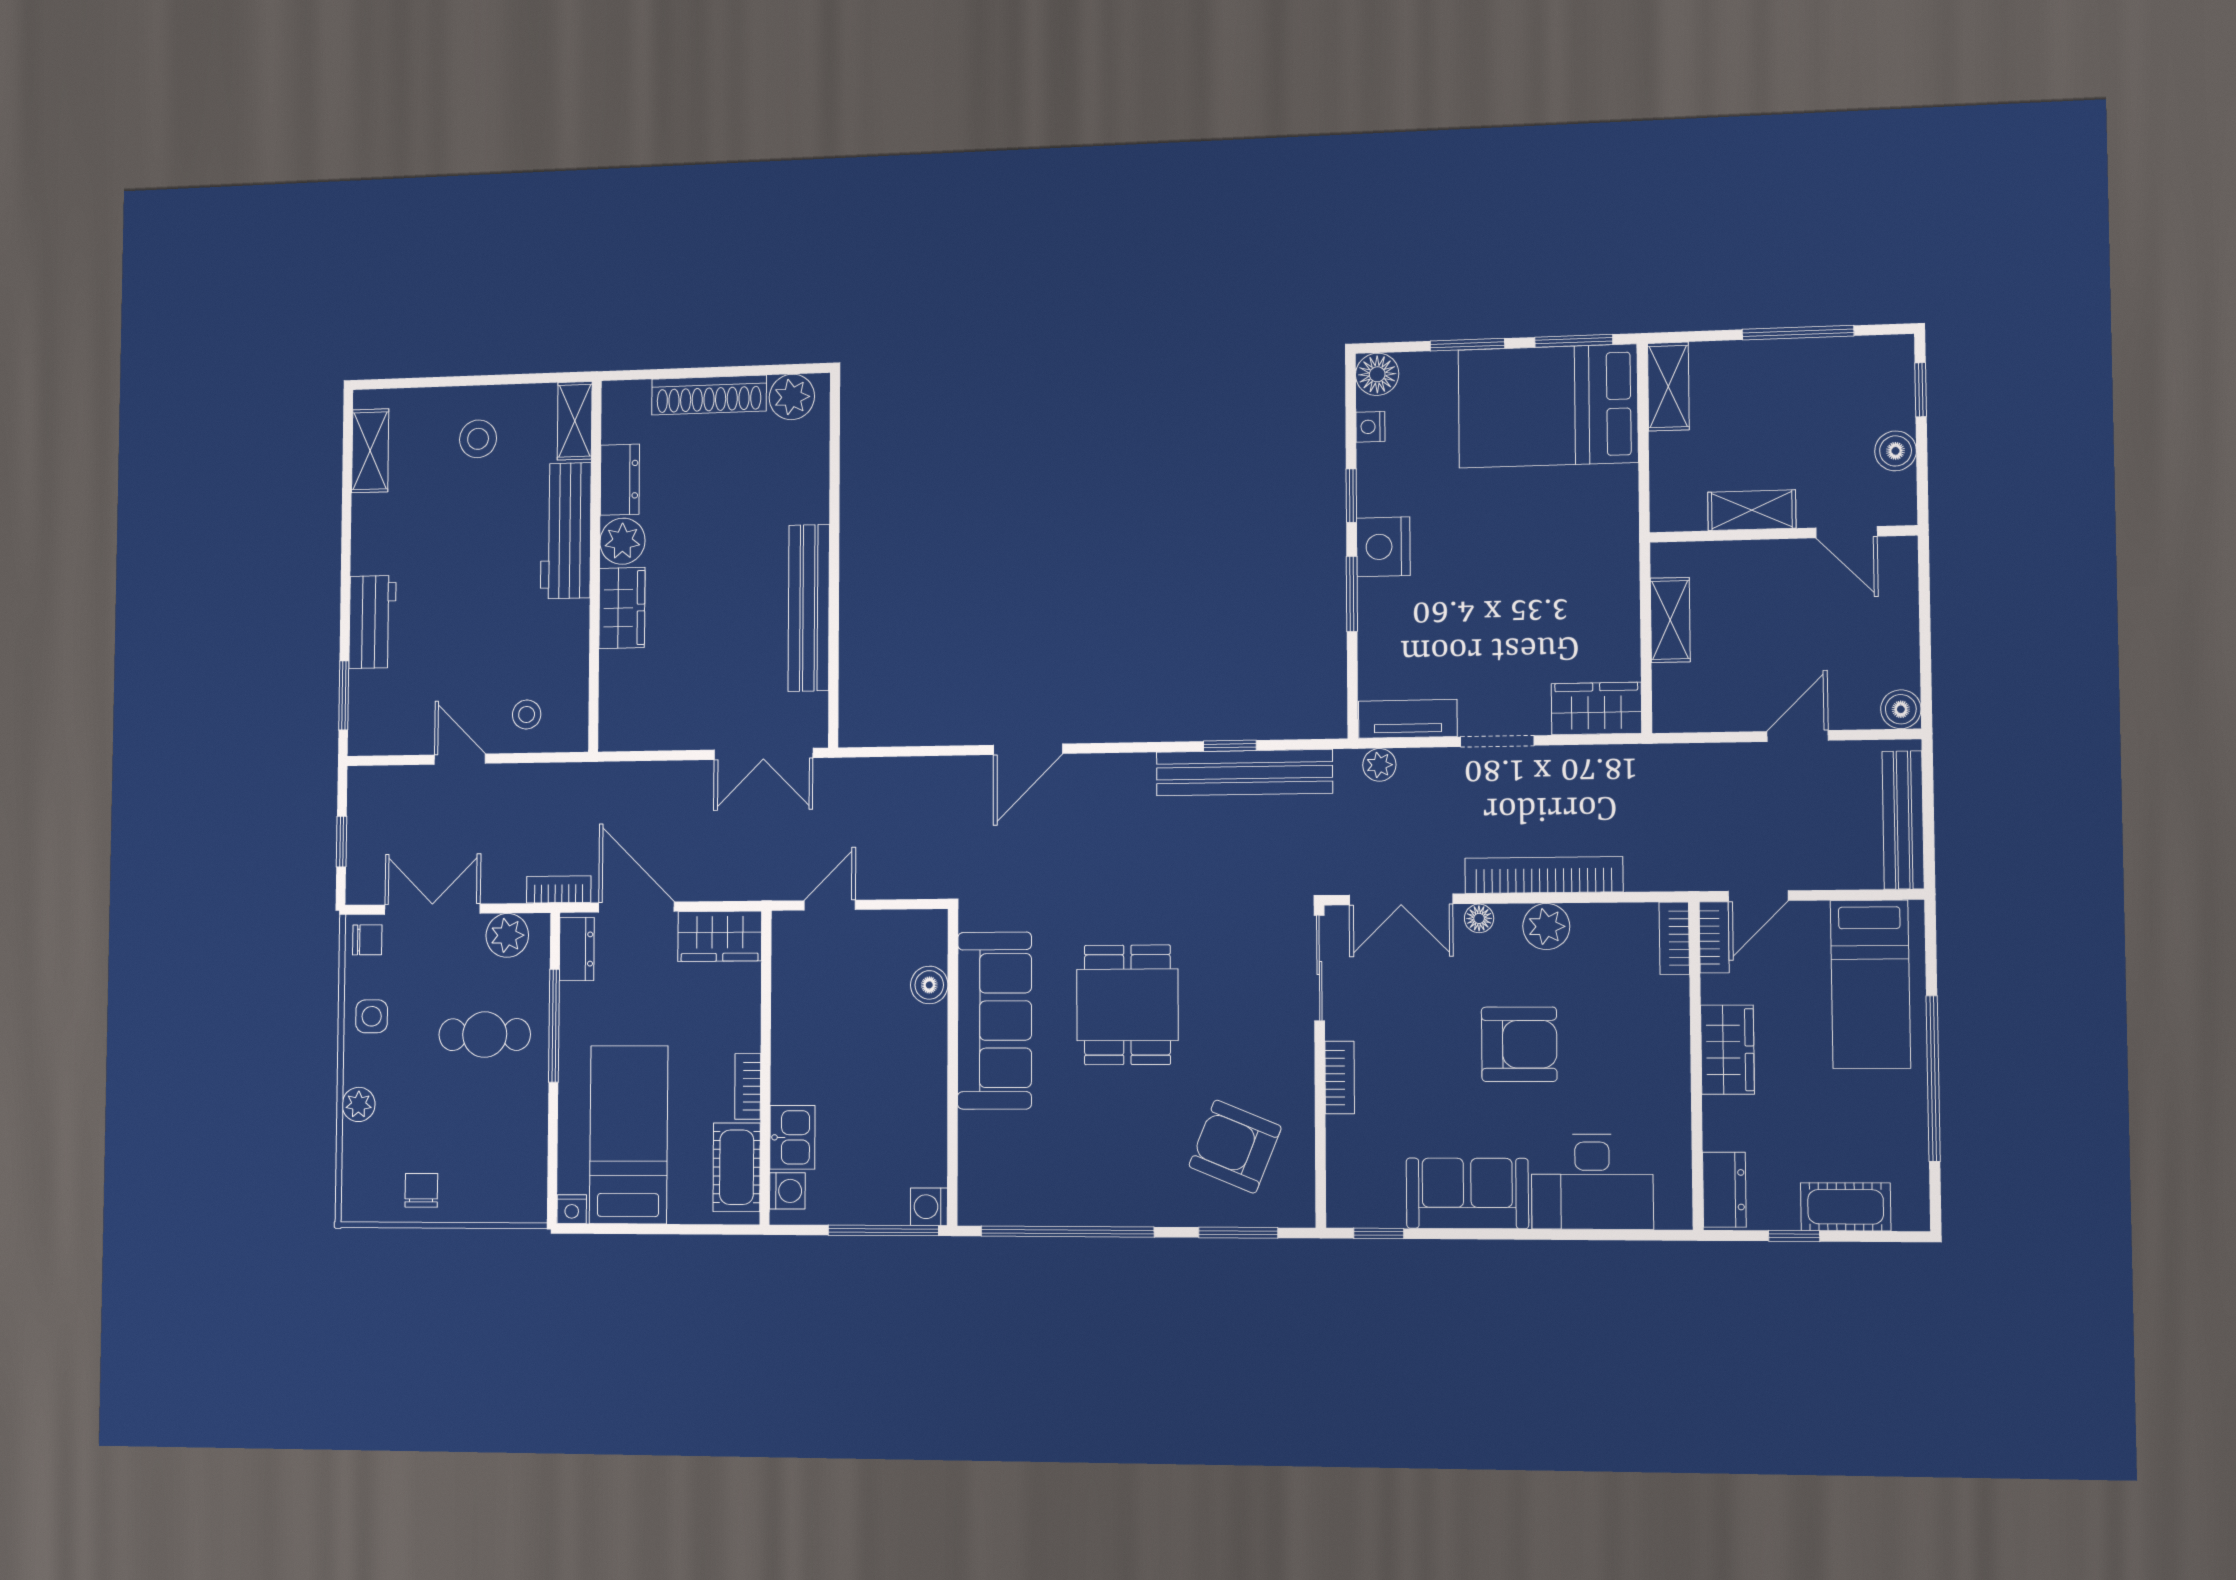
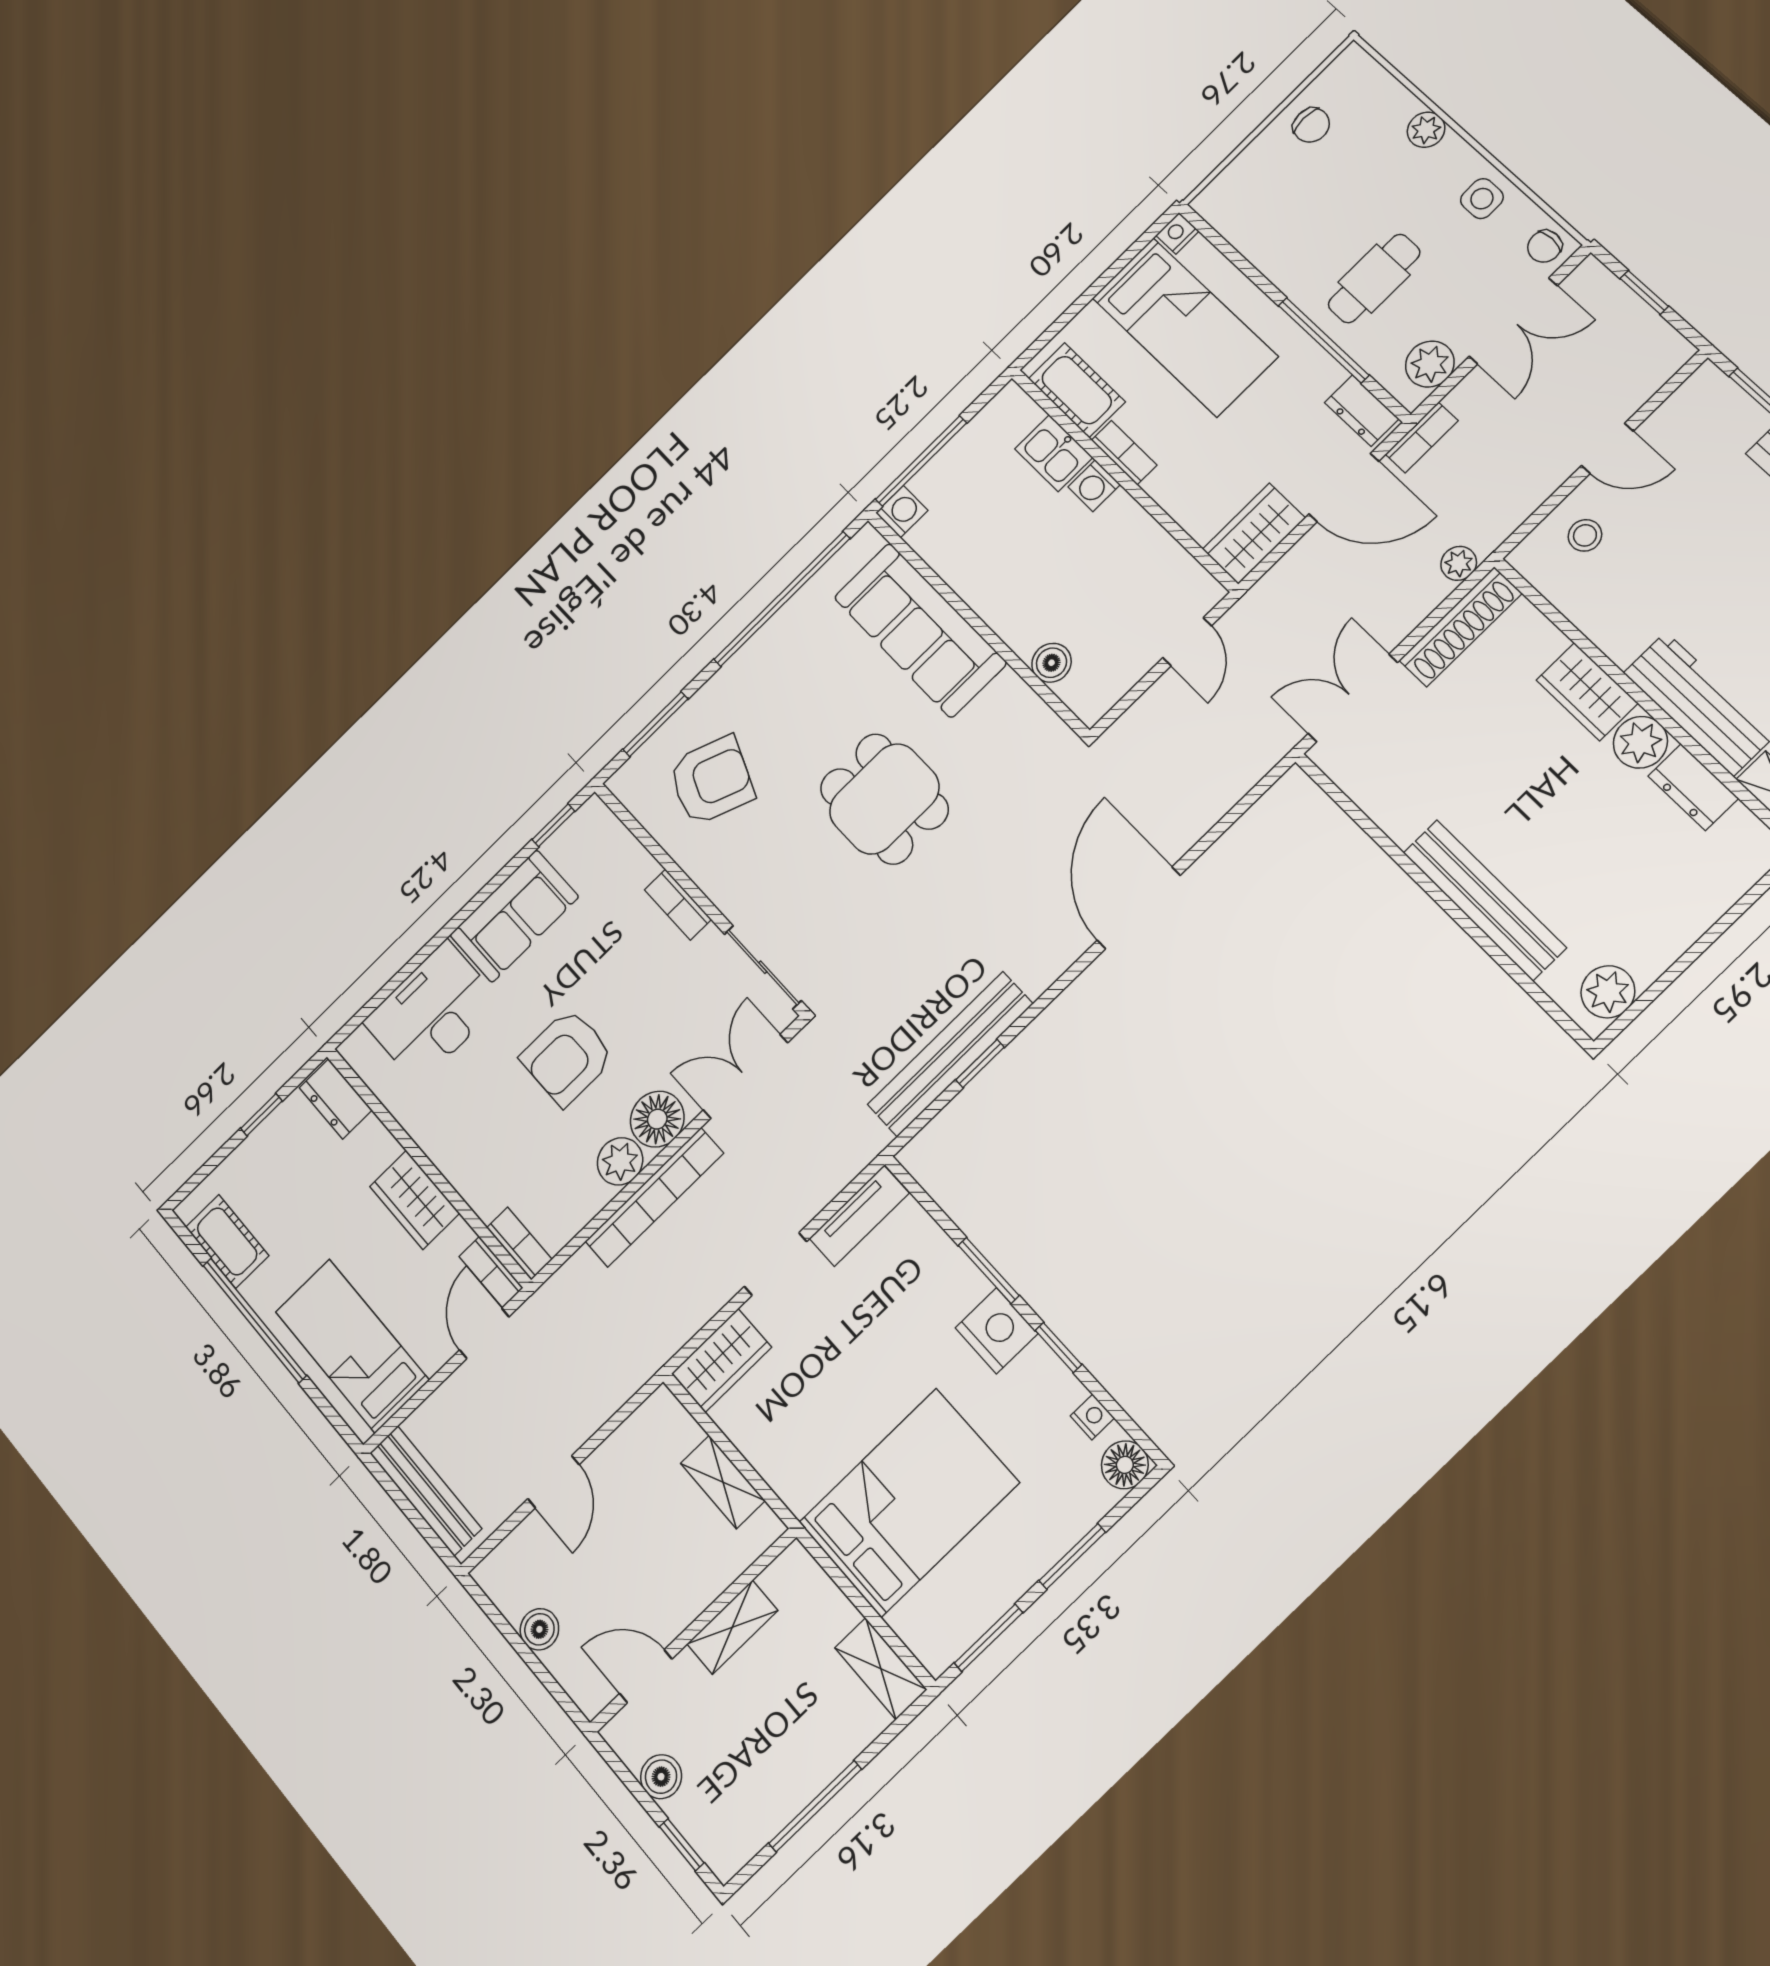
shoe rack: (709, 395) -> (1460, 627), moved, turned 180
bed: (1548, 406) -> (909, 1503), moved
bench: (809, 608) -> (1484, 900), moved
boiler: (1901, 709) -> (539, 1629), moved
door: (1028, 749) -> (1139, 908), width x1.36
plant: (1379, 765) -> (1459, 563), moved
floor lamp: (1479, 918) -> (657, 1119), width x1.89, depth x1.89
sofa: (994, 1021) -> (920, 630), moved
washing machine: (787, 1191) -> (1094, 486), moved
cot: (1846, 1207) -> (227, 1241), moved, turned 90

